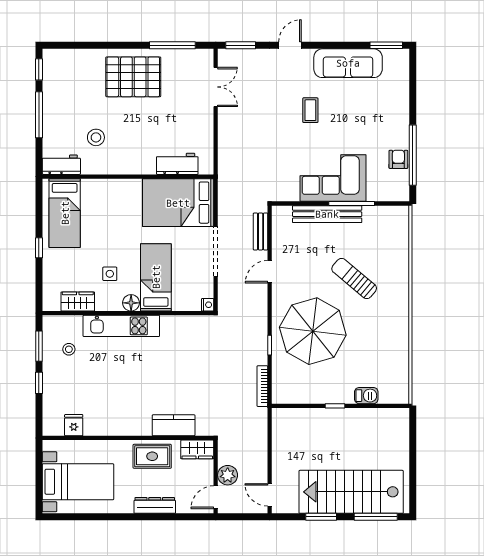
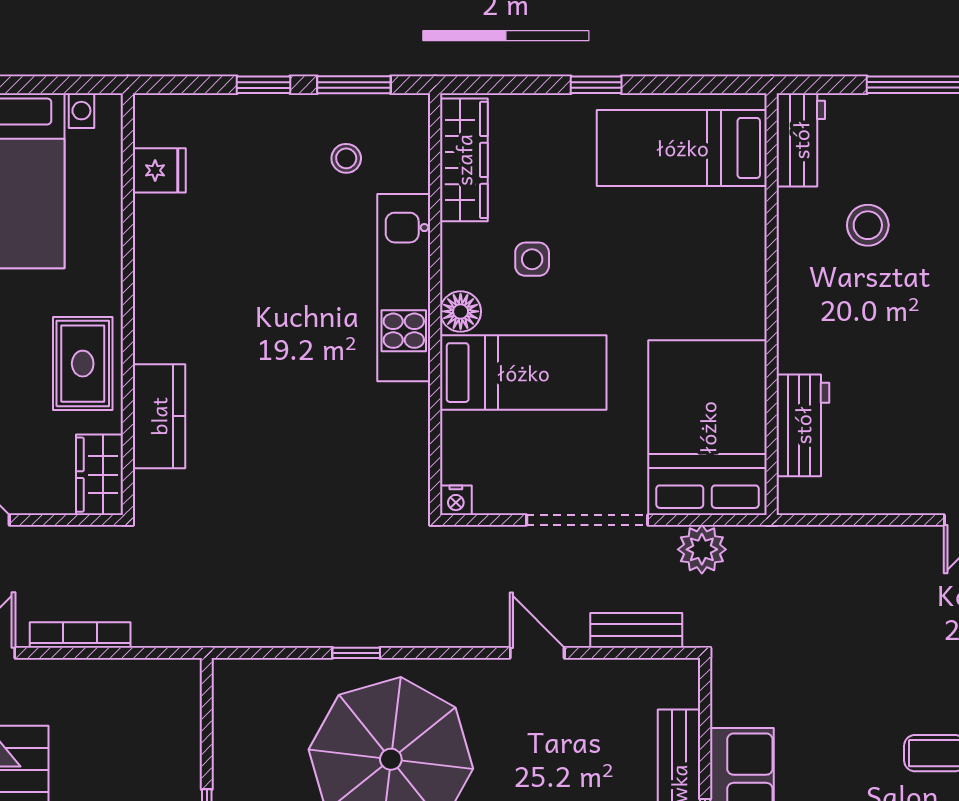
wardrobe: (78, 301) -> (464, 160), width x1.50
bookcase: (262, 386) -> (80, 635), moved
plant: (228, 475) -> (702, 549), moved

